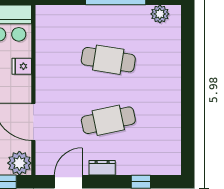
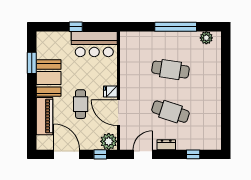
fridge: (22, 66) -> (110, 91), moved
cafe table: (108, 120) -> (170, 112), turned 30

